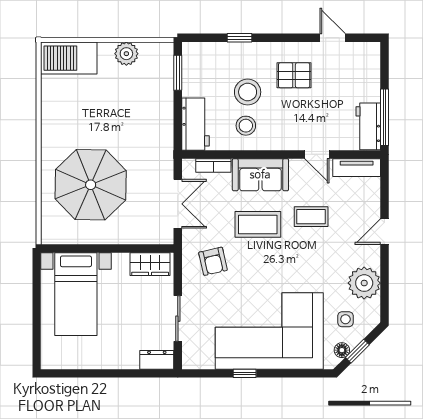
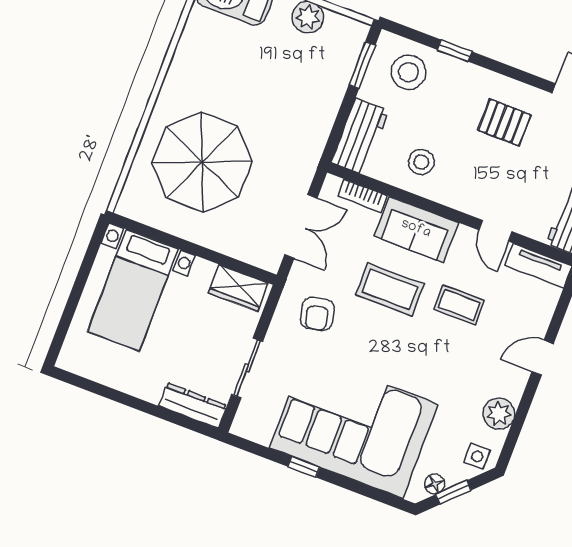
stool: (248, 92) -> (409, 72), moved
plant: (364, 283) -> (499, 414), width x0.73, depth x0.73
side table: (345, 319) -> (477, 456), moved
dresser: (157, 360) -> (193, 406), width x1.44

